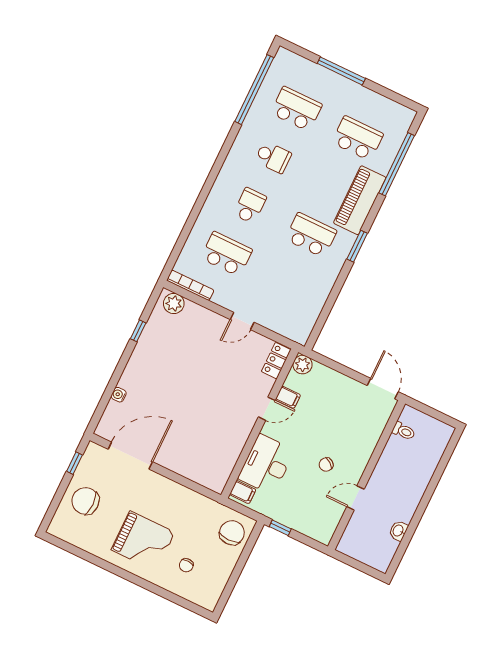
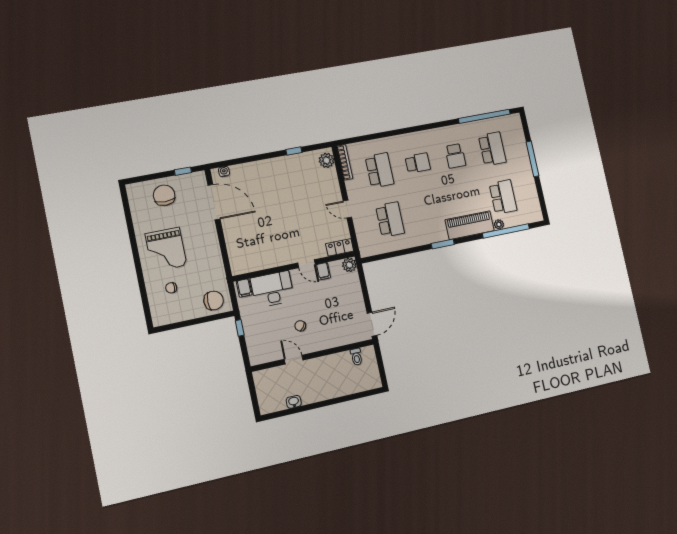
plant: (384, 167) -> (499, 224), added
school desk: (311, 235) -> (390, 220), moved
water cooler: (119, 395) -> (224, 172), moved

